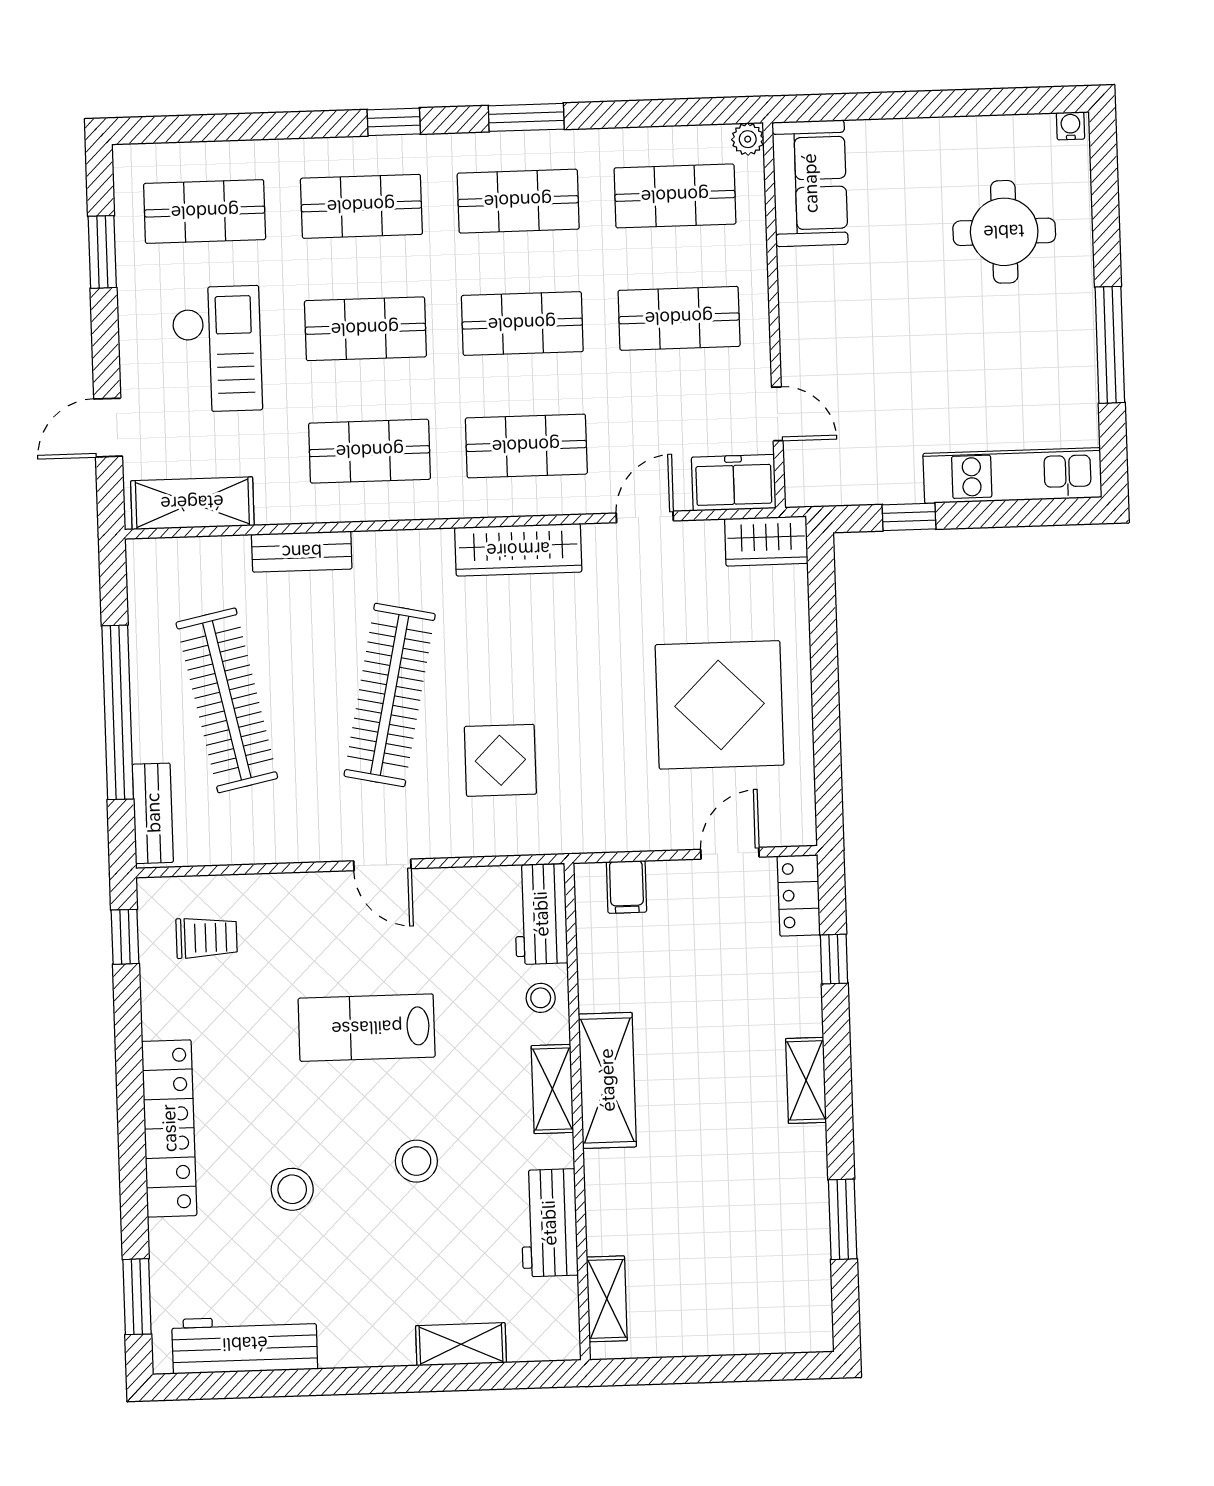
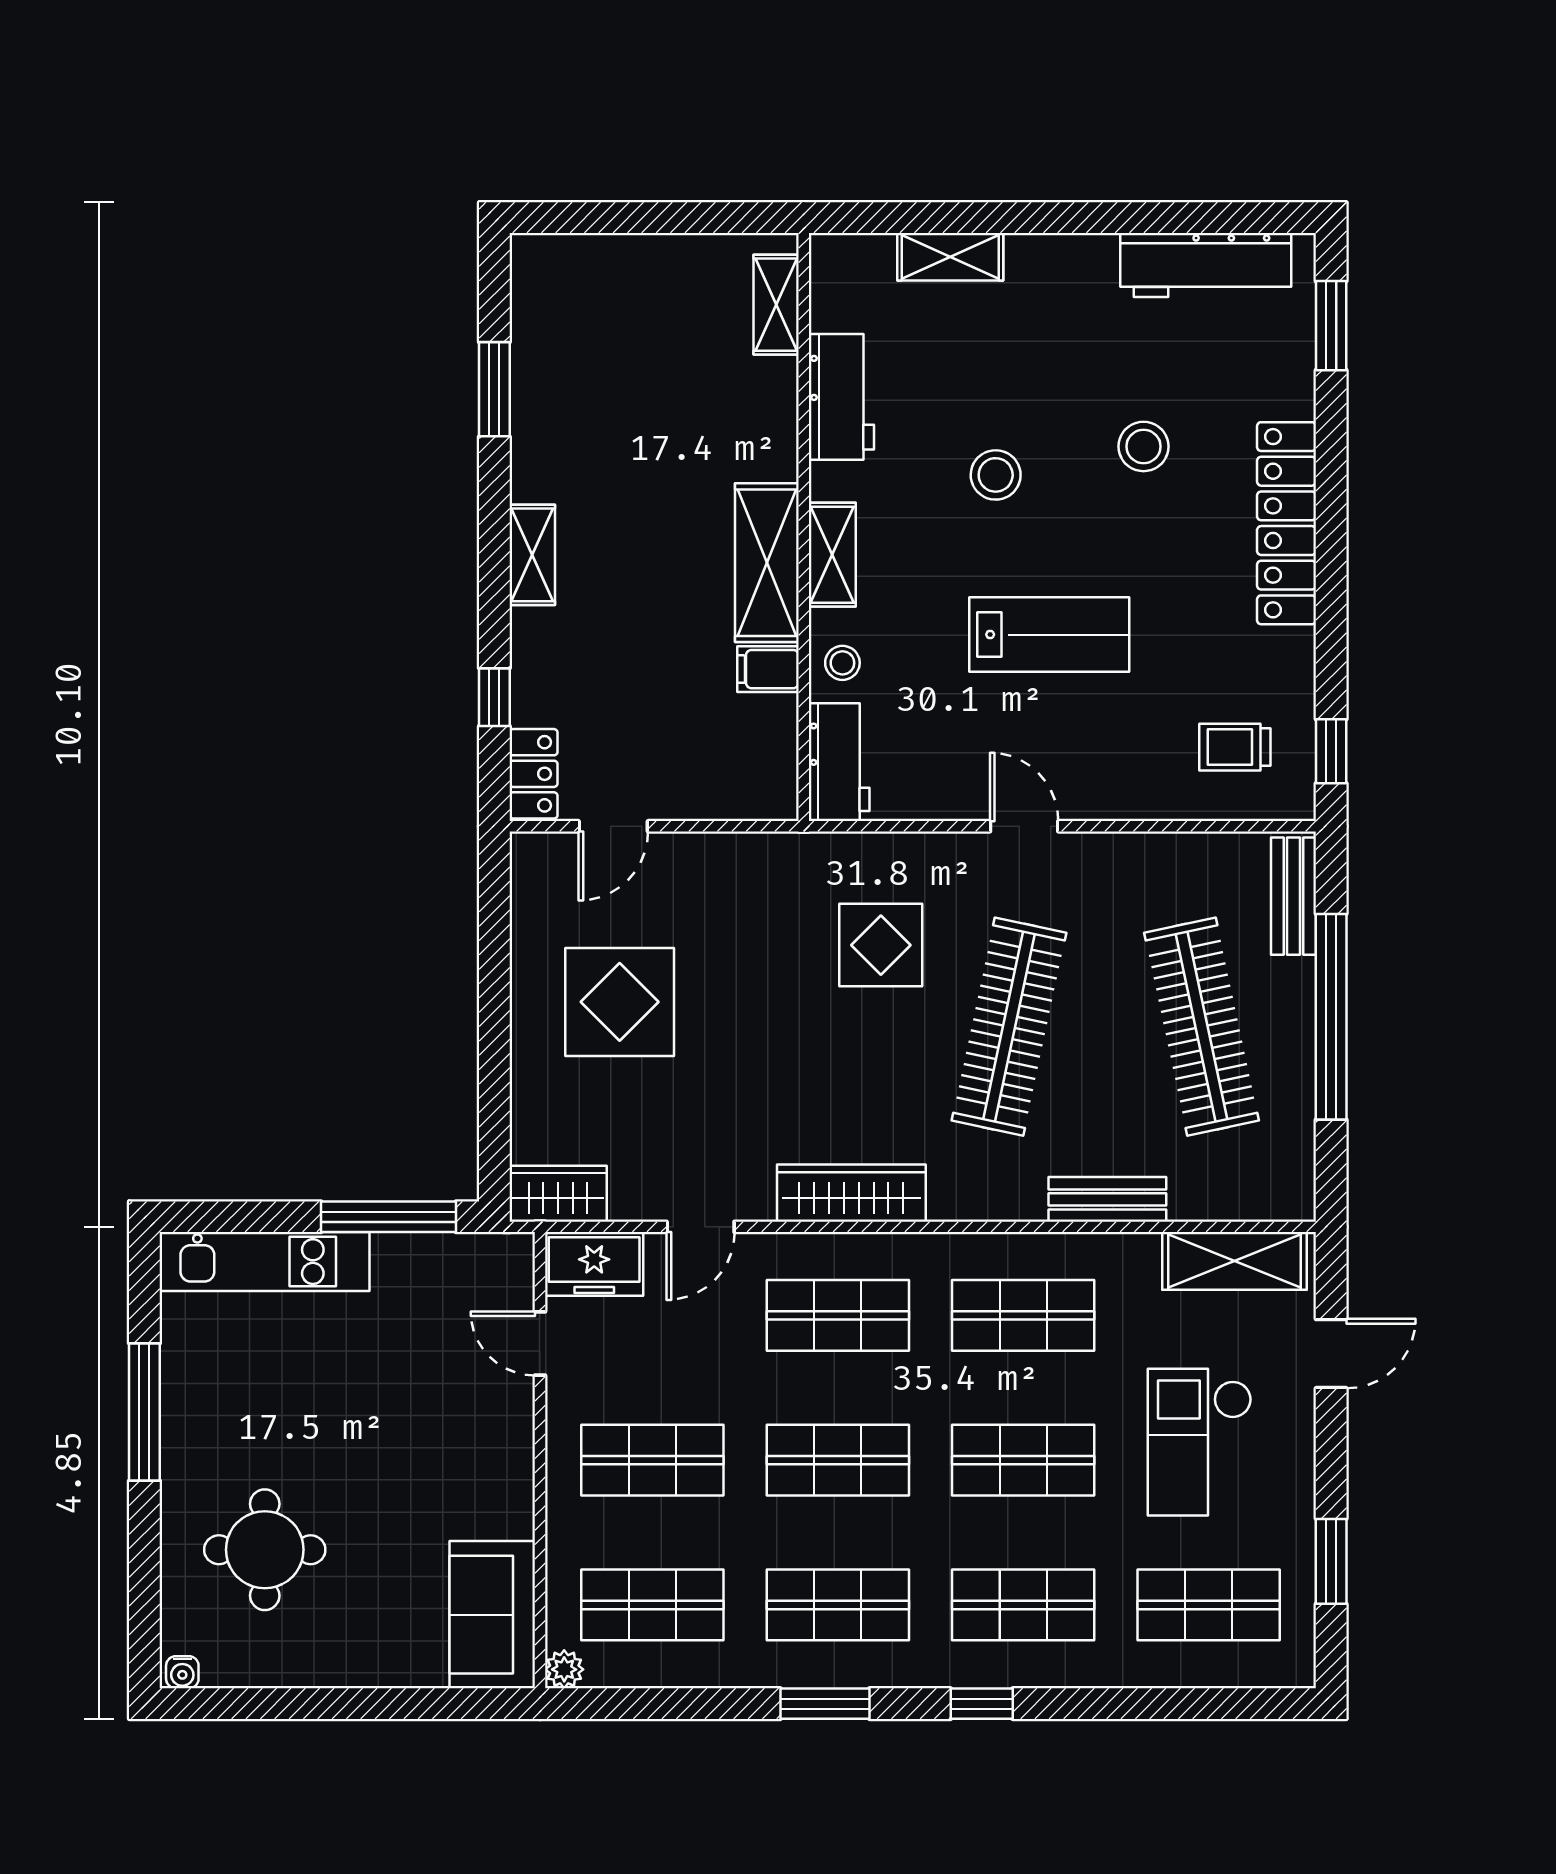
window: (909, 517) -> (388, 1217), width x2.17
display table: (720, 705) -> (620, 1002), width x0.73, depth x0.73
filing cabinet: (627, 887) -> (768, 669), moved, turned -90

